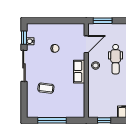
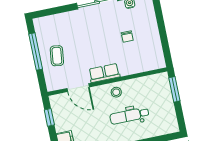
door: (86, 44) -> (78, 88), moved
coffee table: (46, 88) -> (57, 56), moved

